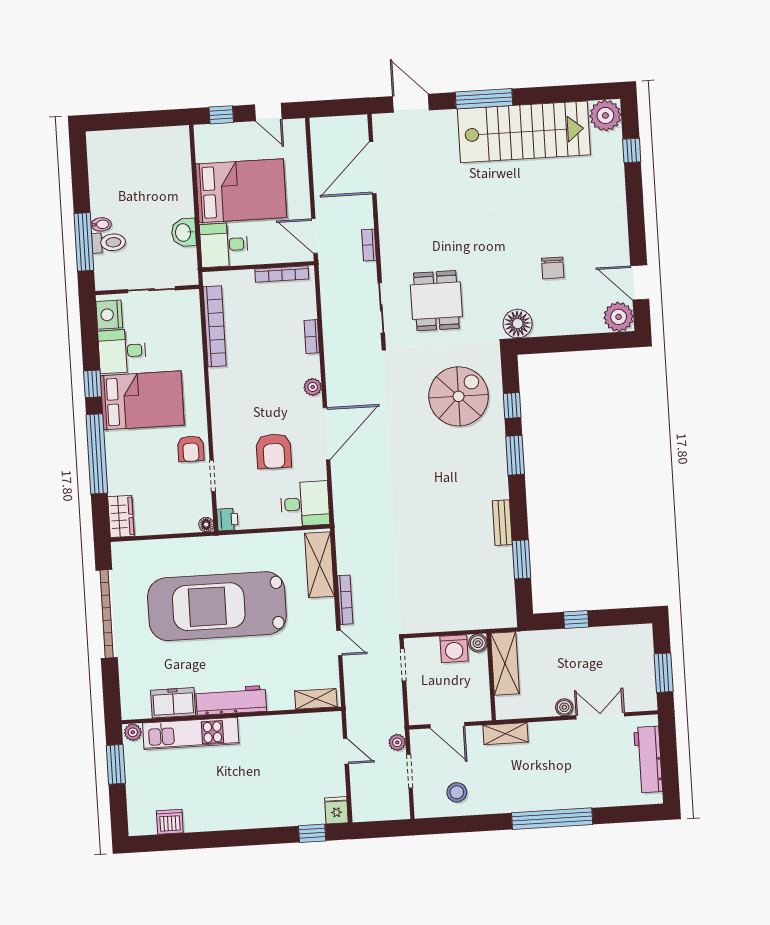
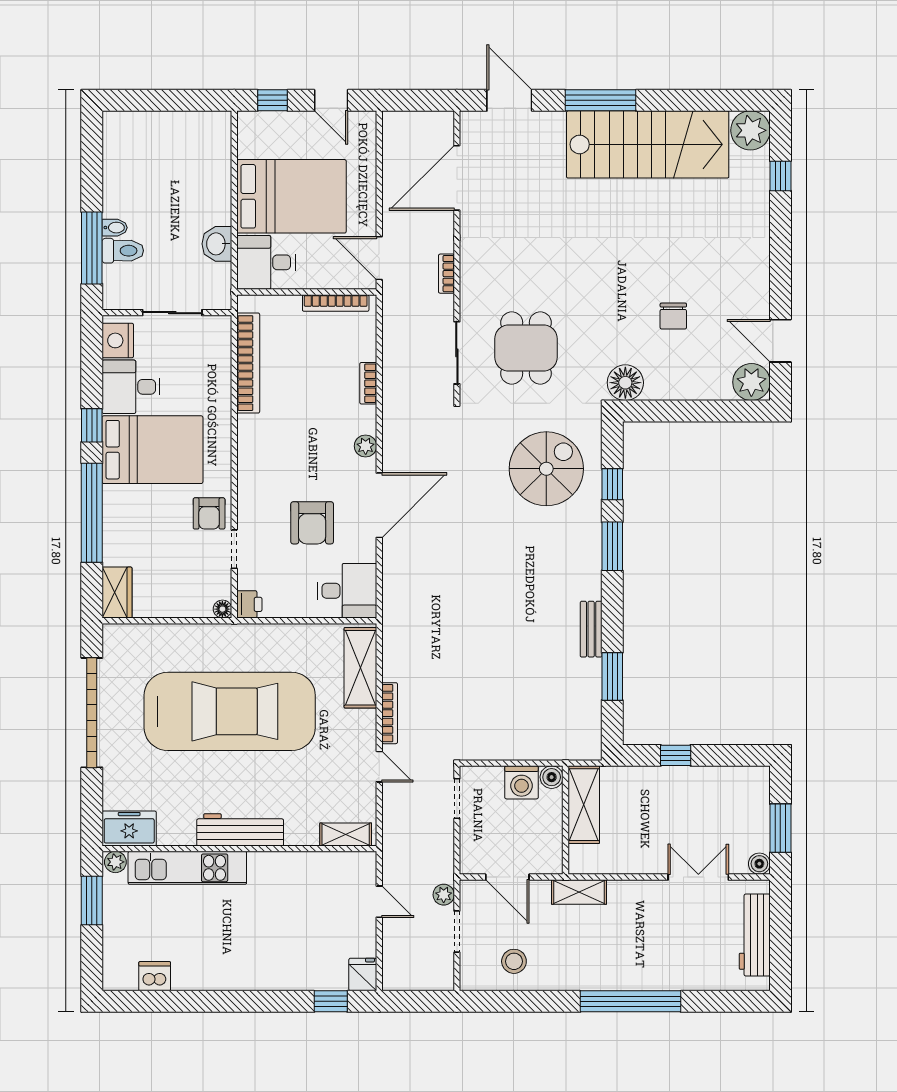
car: (217, 606) -> (230, 711), turned 180
freezer: (173, 703) -> (129, 828), moved
boiler: (564, 707) -> (759, 864), moved

